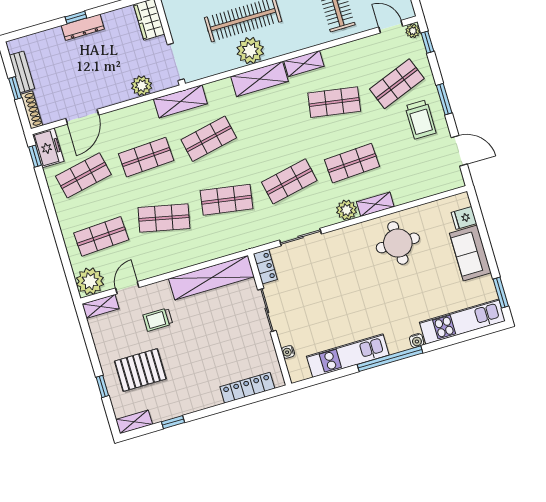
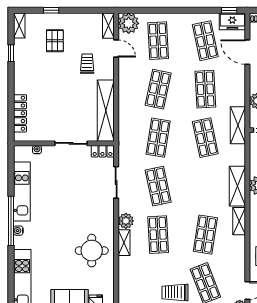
water cooler: (417, 341) -> (18, 231), moved
pallet: (140, 370) -> (55, 41), width x0.67, depth x0.71

